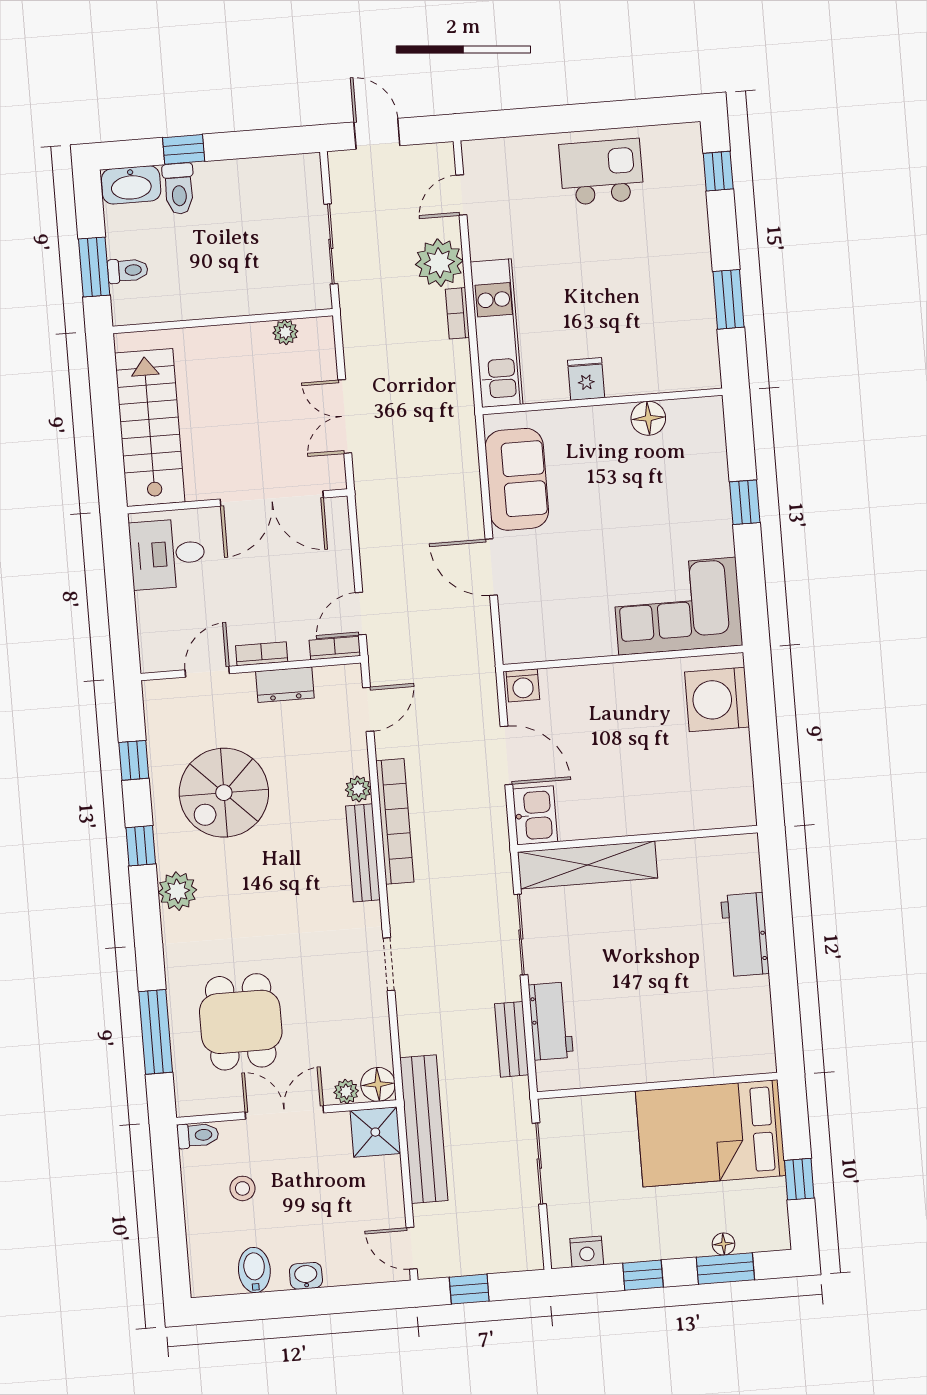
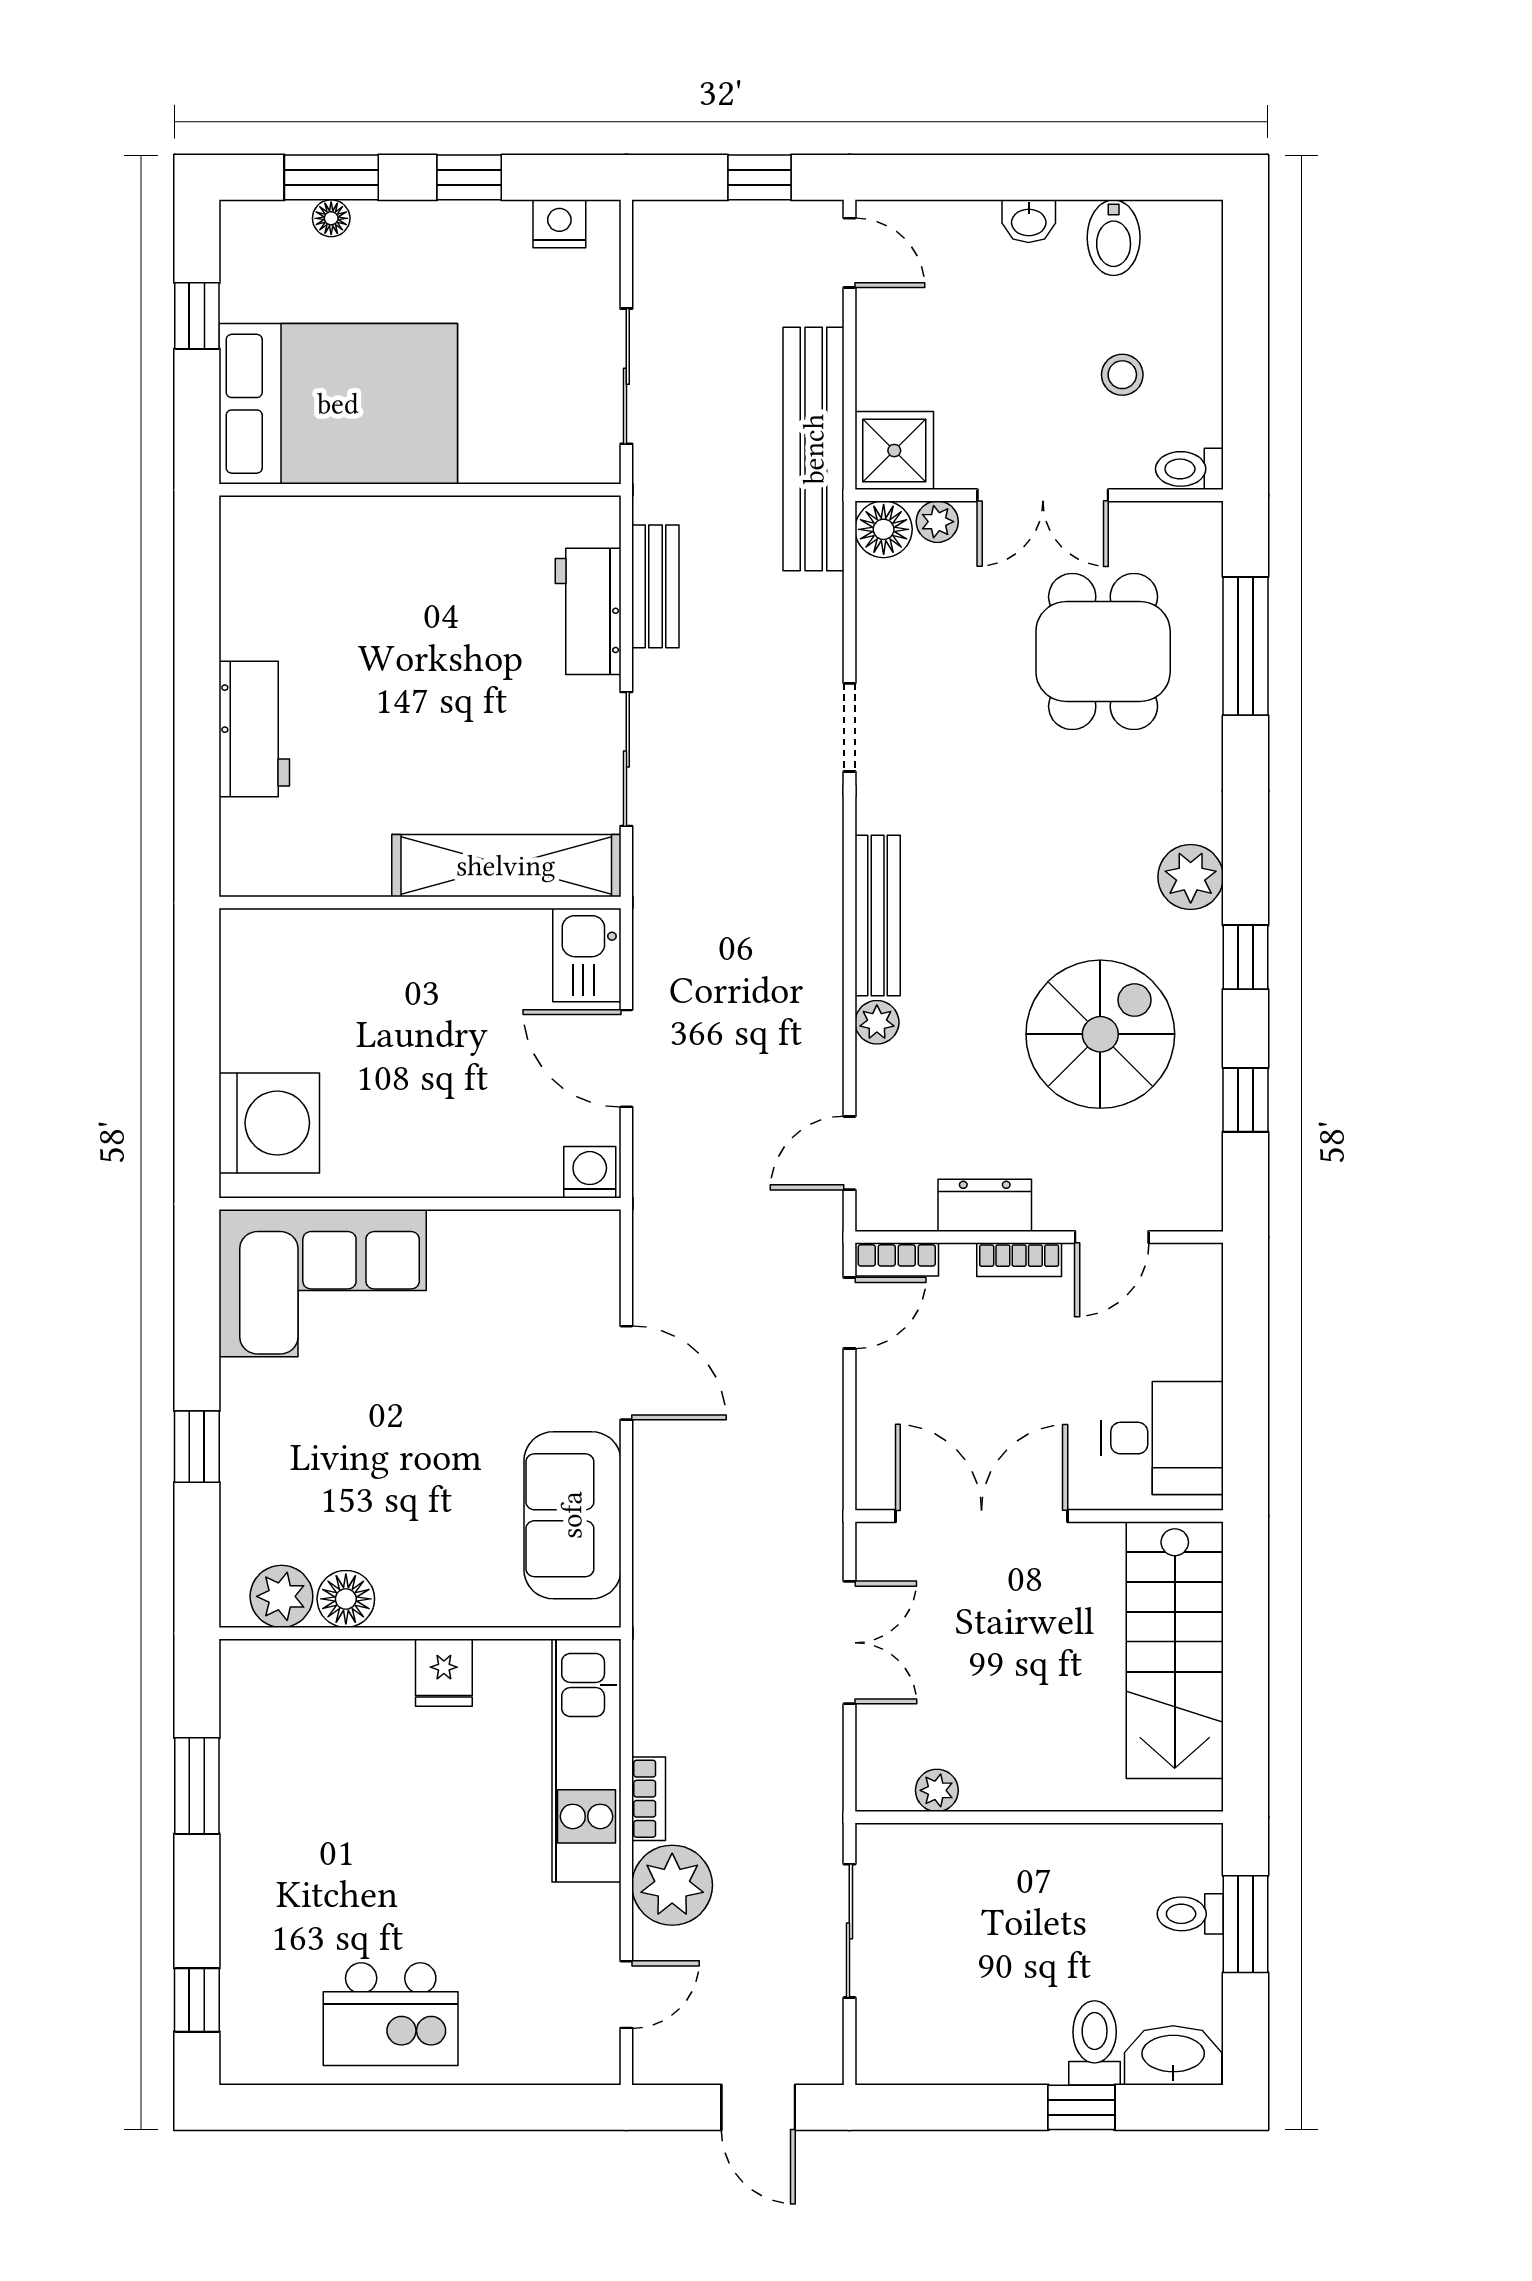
plant: (687, 417) -> (281, 1596), added
bookcase: (395, 821) -> (820, 964), removed

